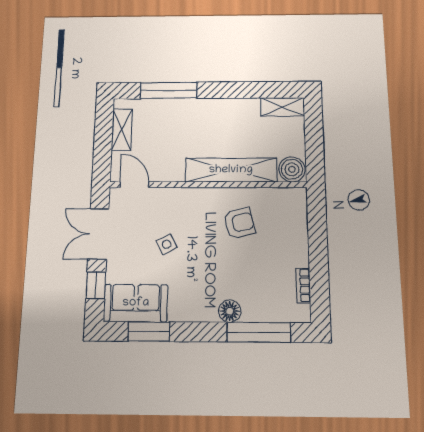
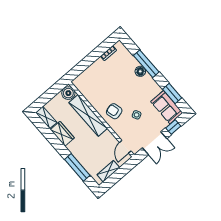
wardrobe: (237, 110) -> (62, 134), added
armchair: (239, 223) -> (114, 111), moved
window: (259, 332) -> (146, 64), moved

